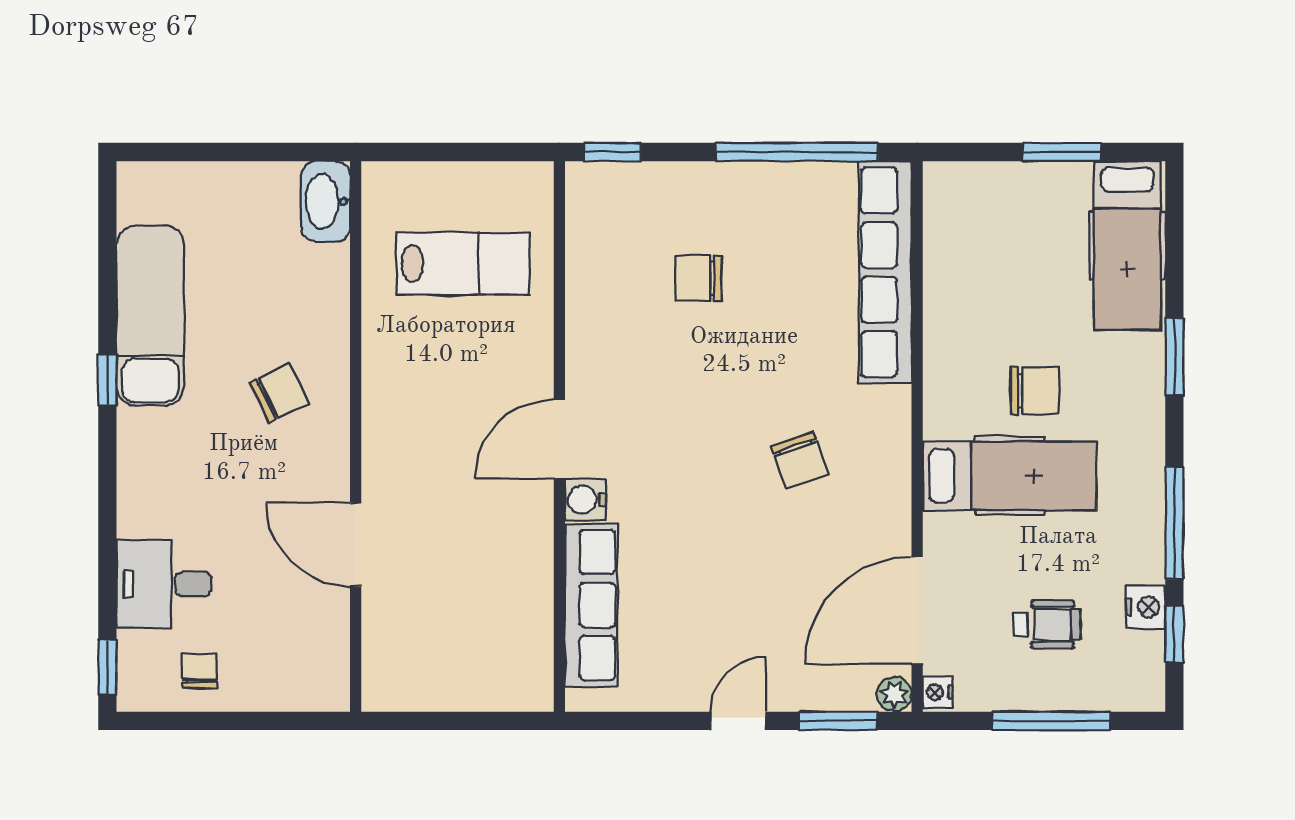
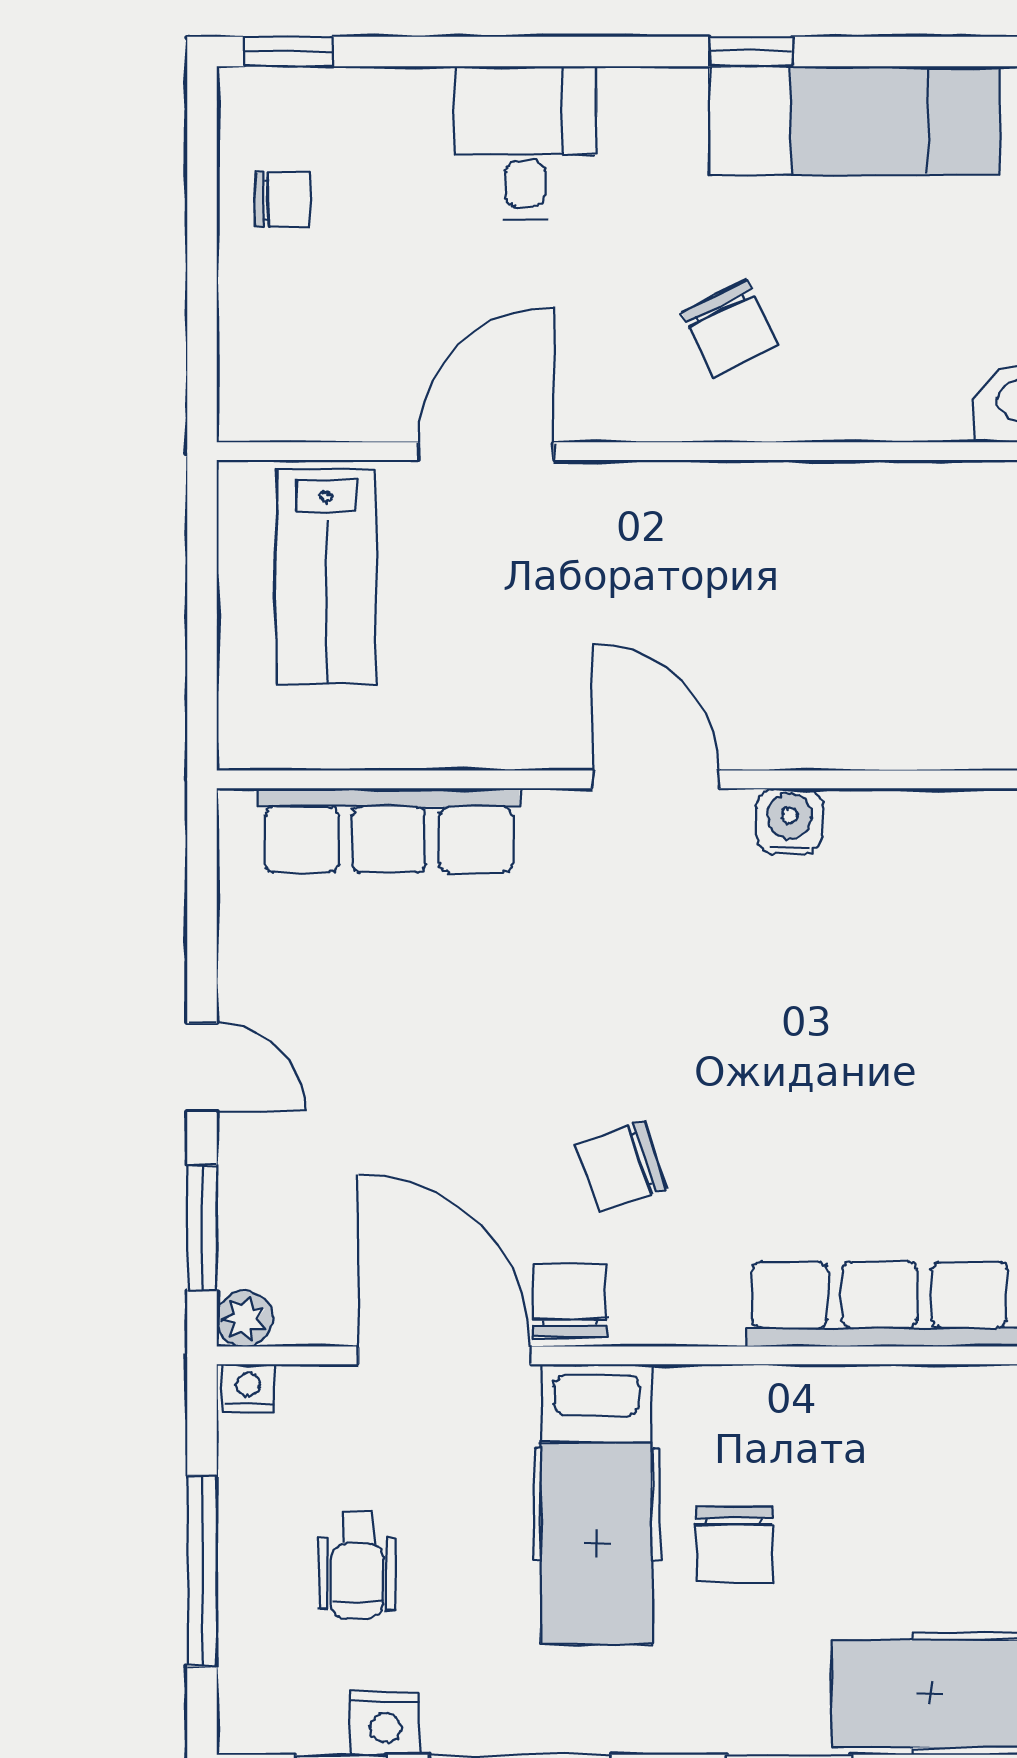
lab bench: (463, 263) -> (326, 576), moved
chair: (698, 278) -> (570, 1300), moved
water cooler: (585, 500) -> (789, 821), moved
desk: (164, 584) -> (526, 142), moved
door: (917, 610) -> (444, 1355), moved

